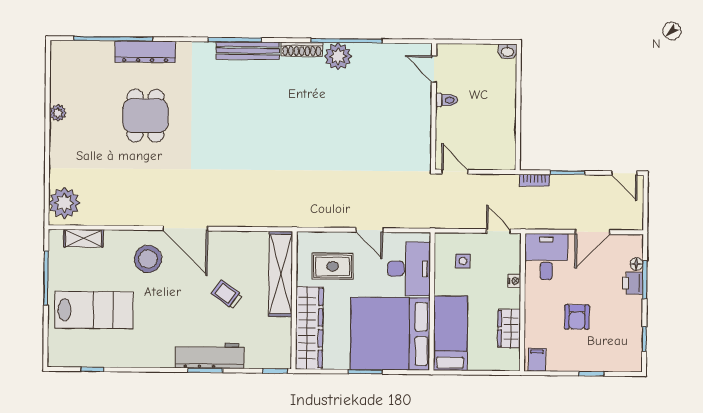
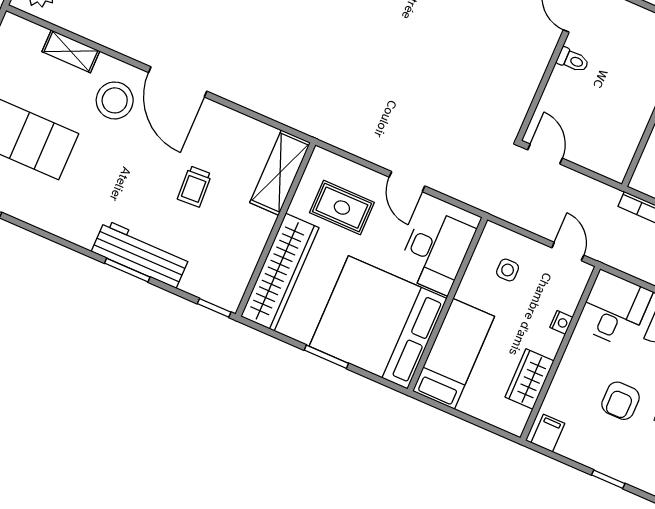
shelving: (83, 238) -> (71, 51), moved
shelving: (281, 274) -> (280, 173), width x0.68
trolley: (227, 294) -> (194, 187), turned -129

